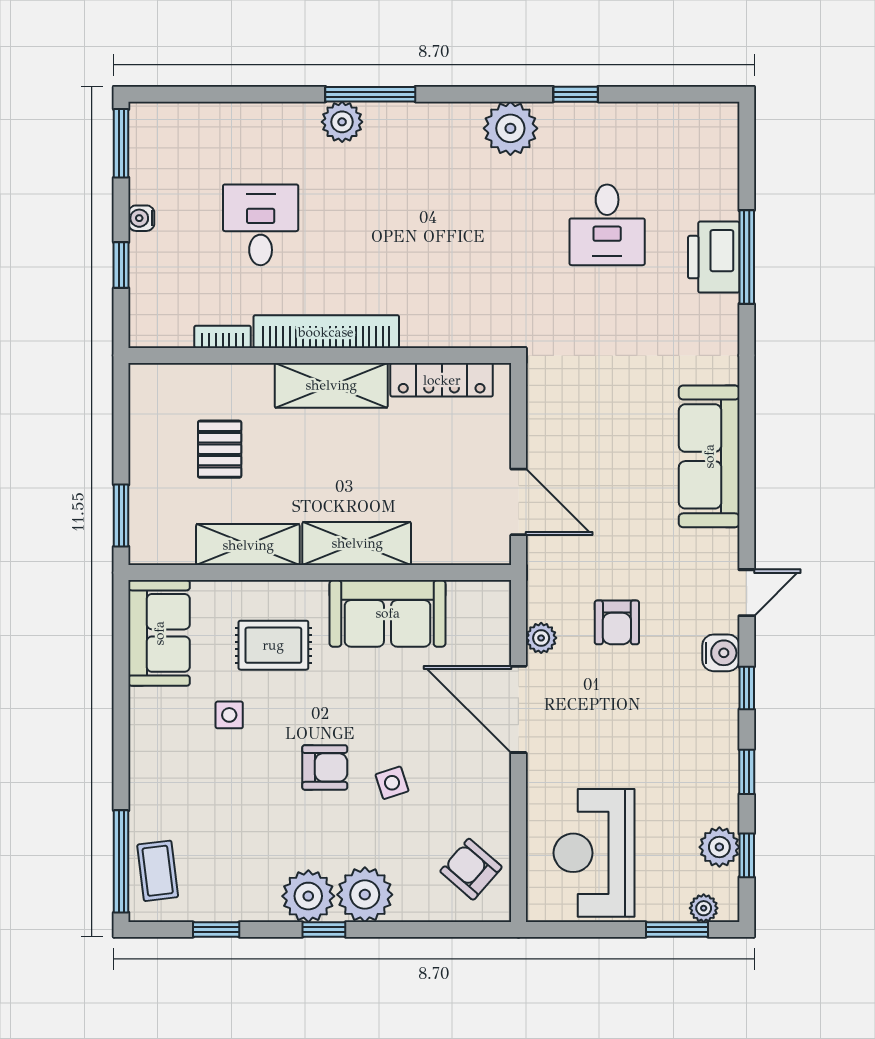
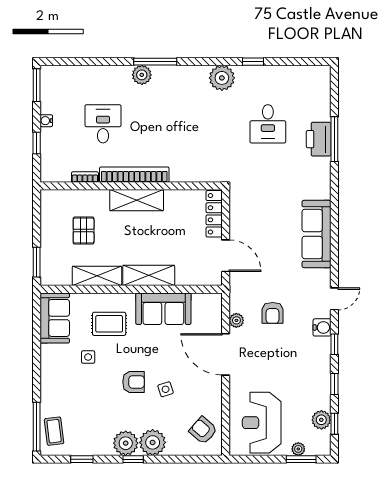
locker: (442, 380) -> (214, 214), moved, turned 90
plant: (704, 908) -> (298, 449), moved

